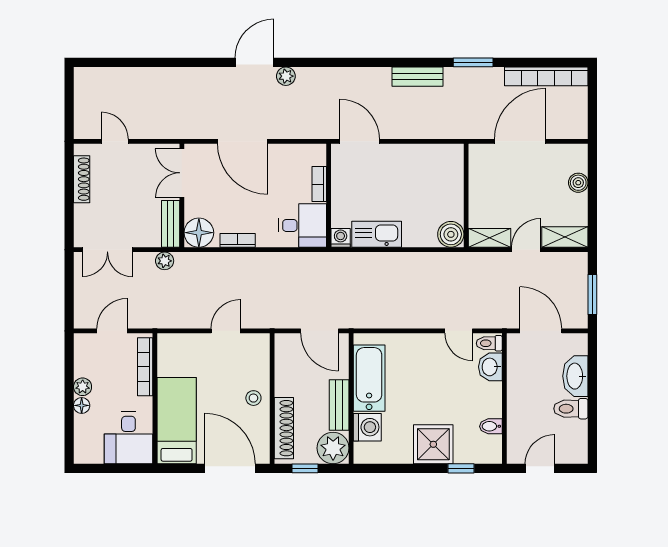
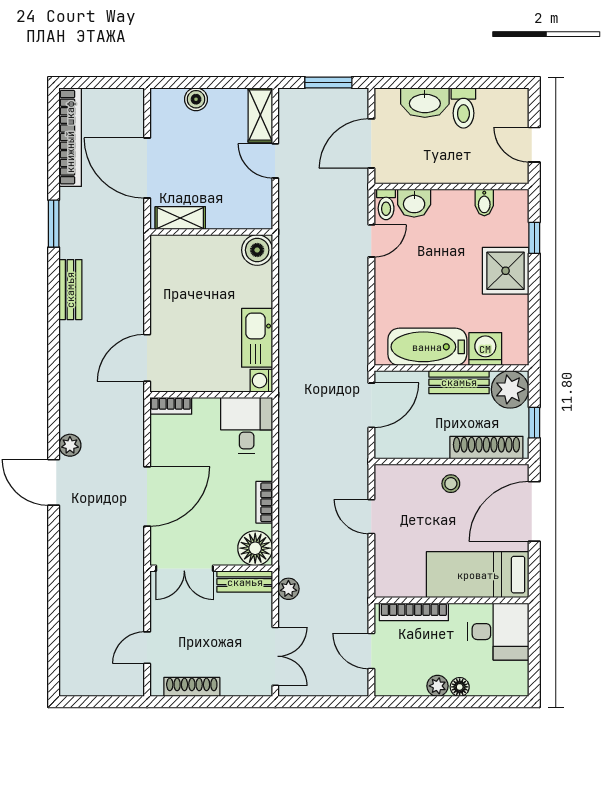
bookcase: (319, 184) -> (171, 406), moved
shelving: (490, 238) -> (180, 218), moved, turned 90

